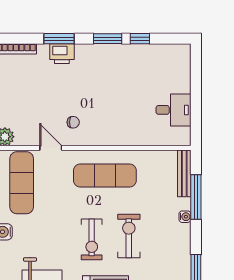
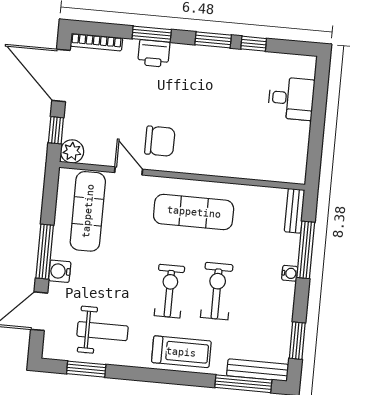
desk: (173, 110) -> (291, 98), moved
chair: (73, 122) -> (160, 141), width x1.87, depth x1.87
bench: (184, 173) -> (295, 211), width x0.73
exercise bike: (92, 239) -> (169, 291), turned 180

